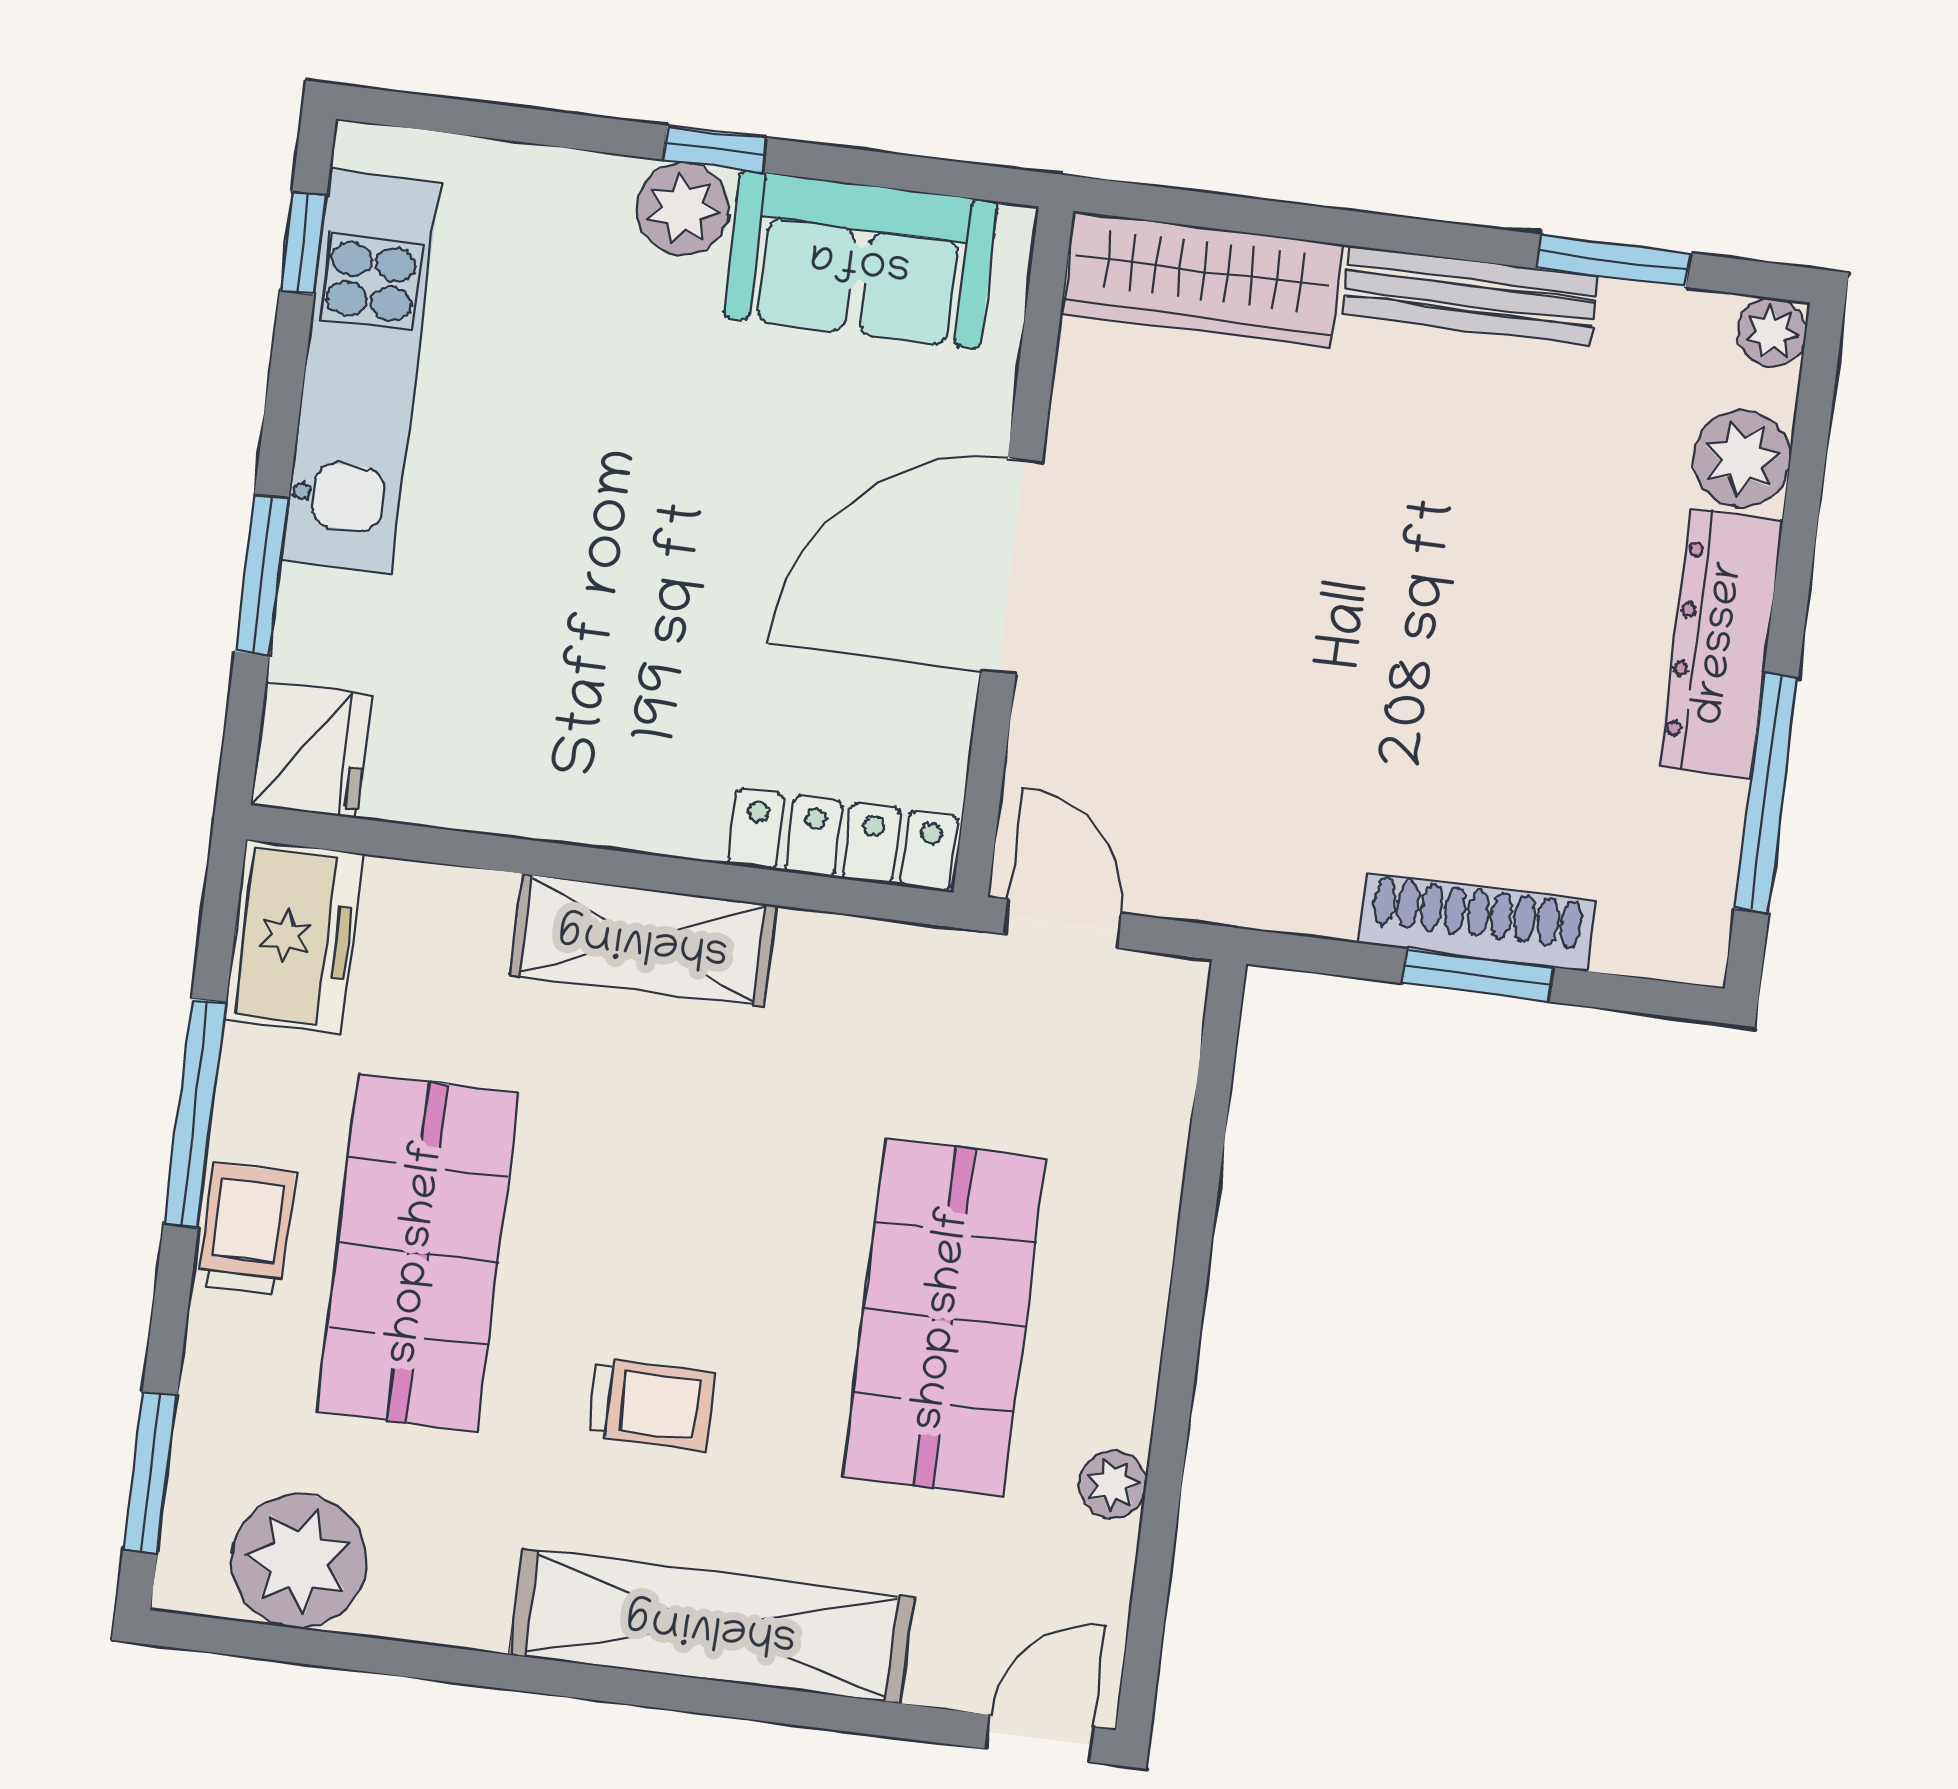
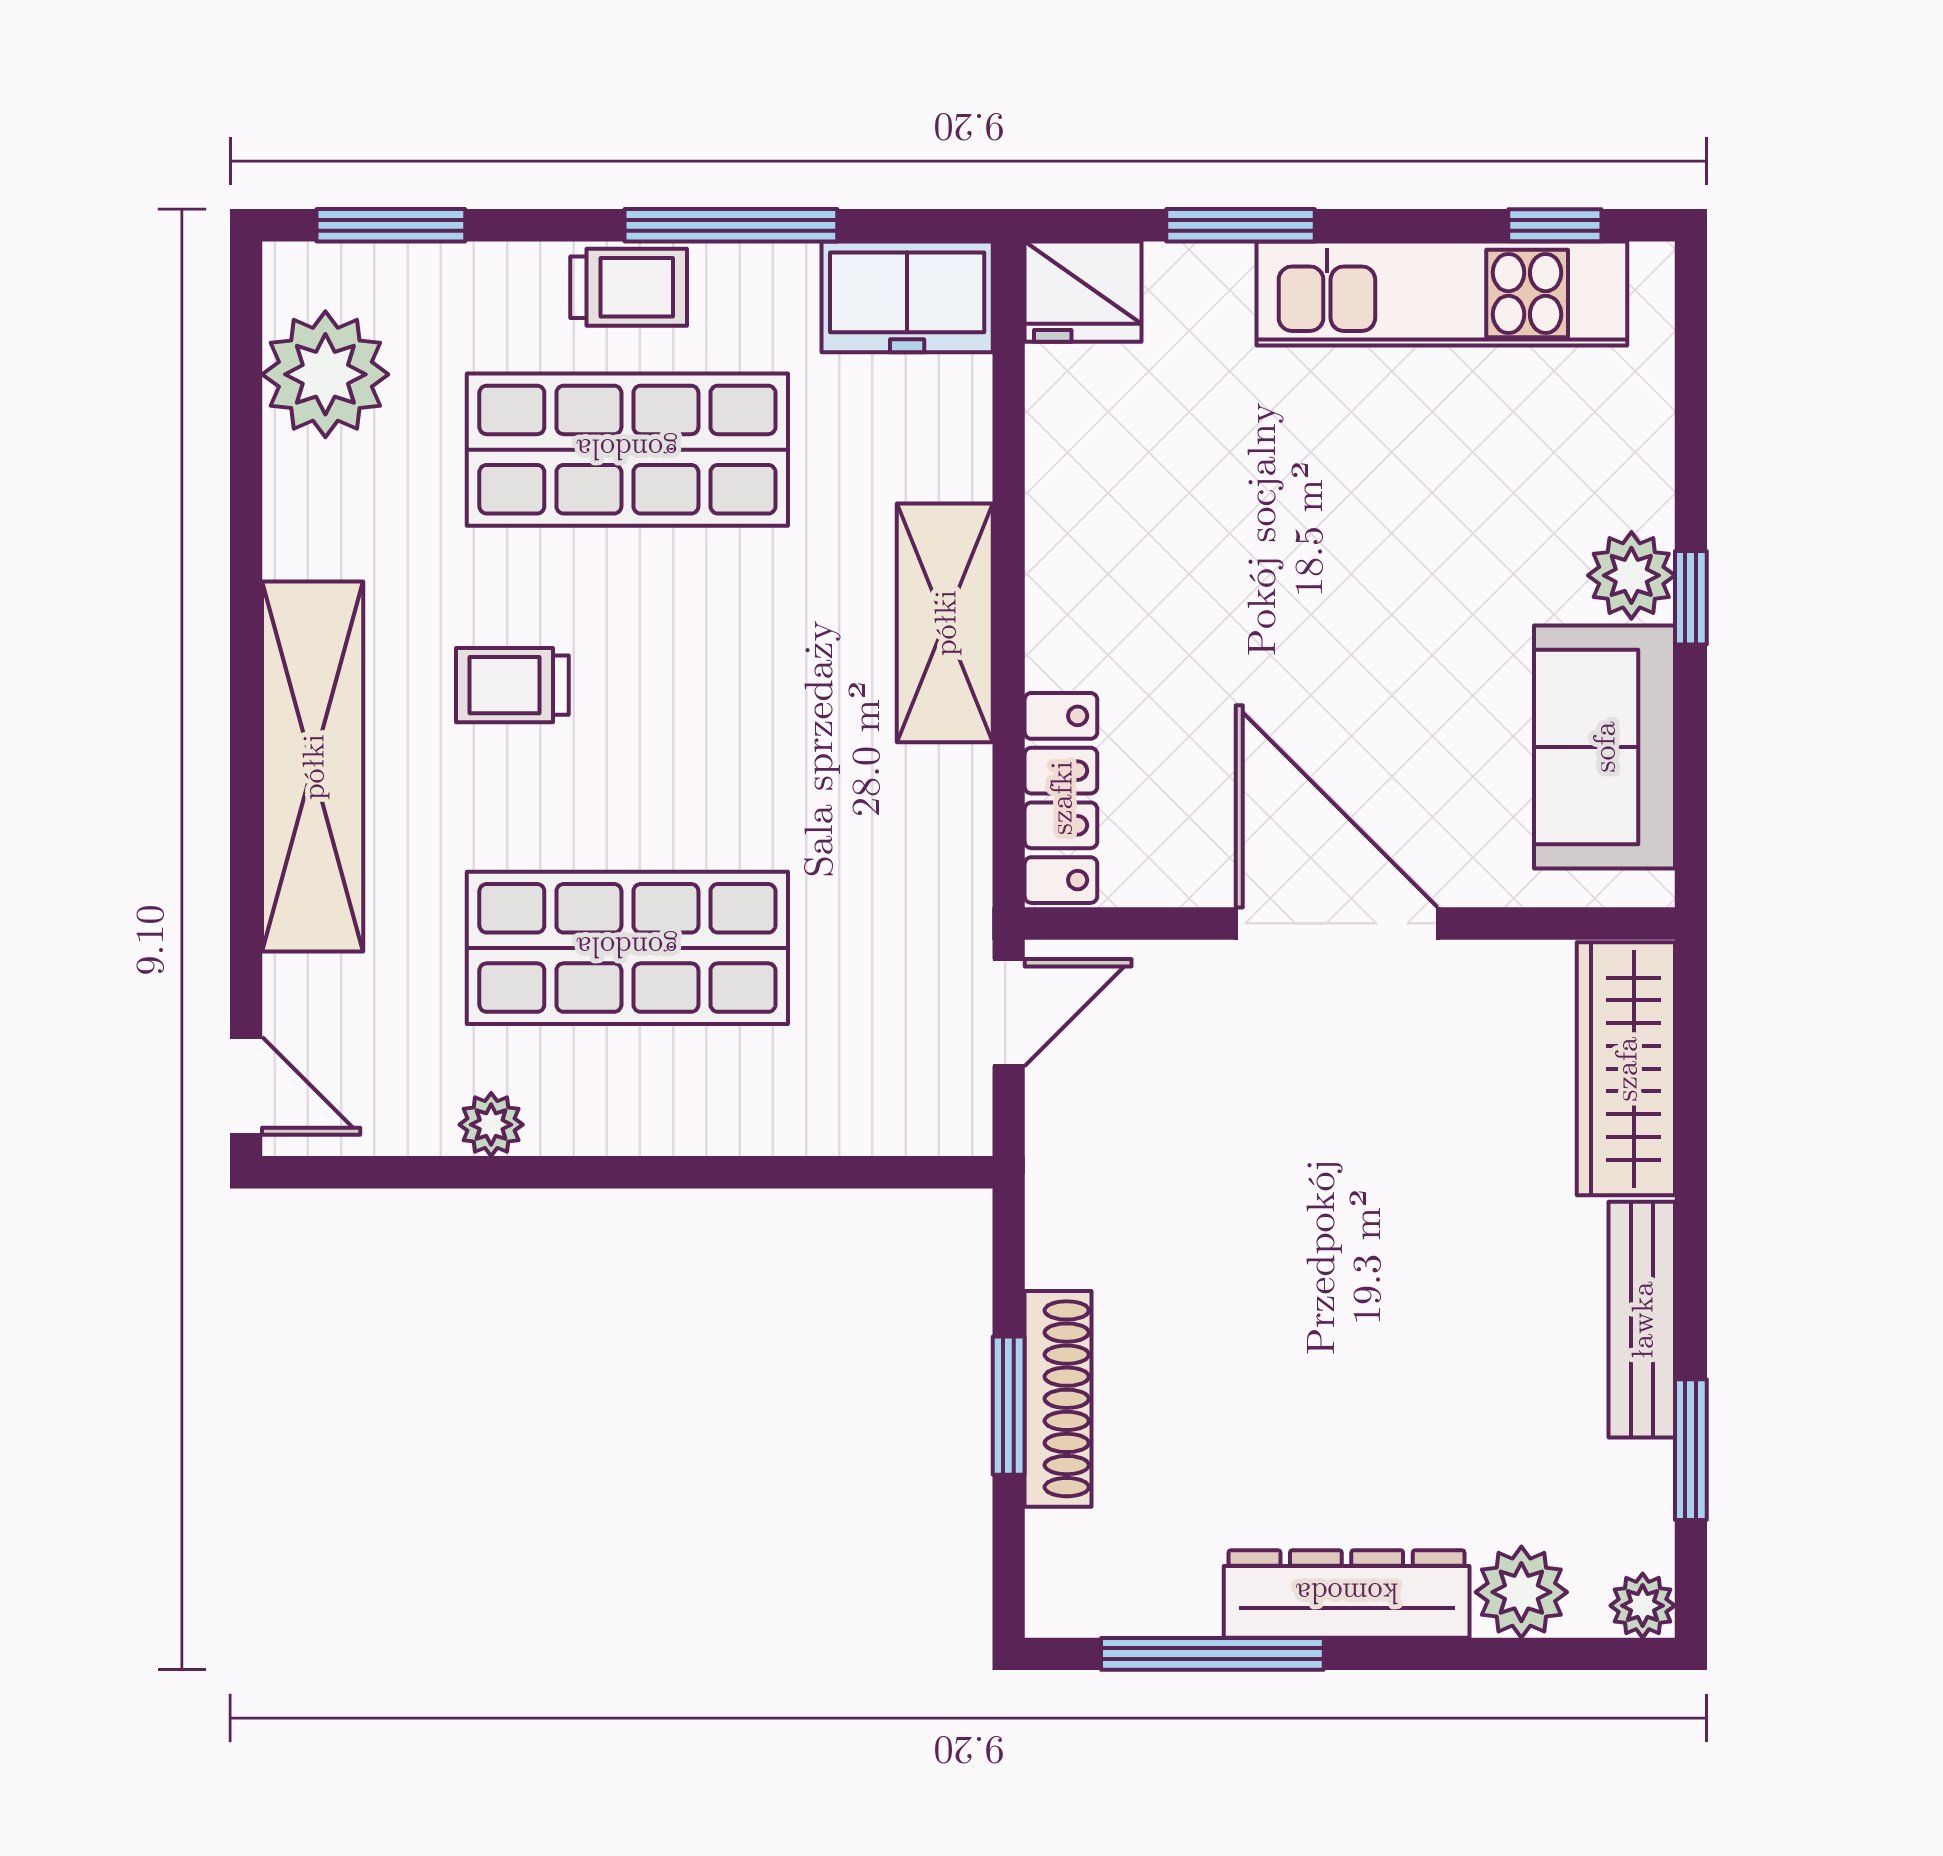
trolley: (652, 1405) -> (512, 685), turned 90

